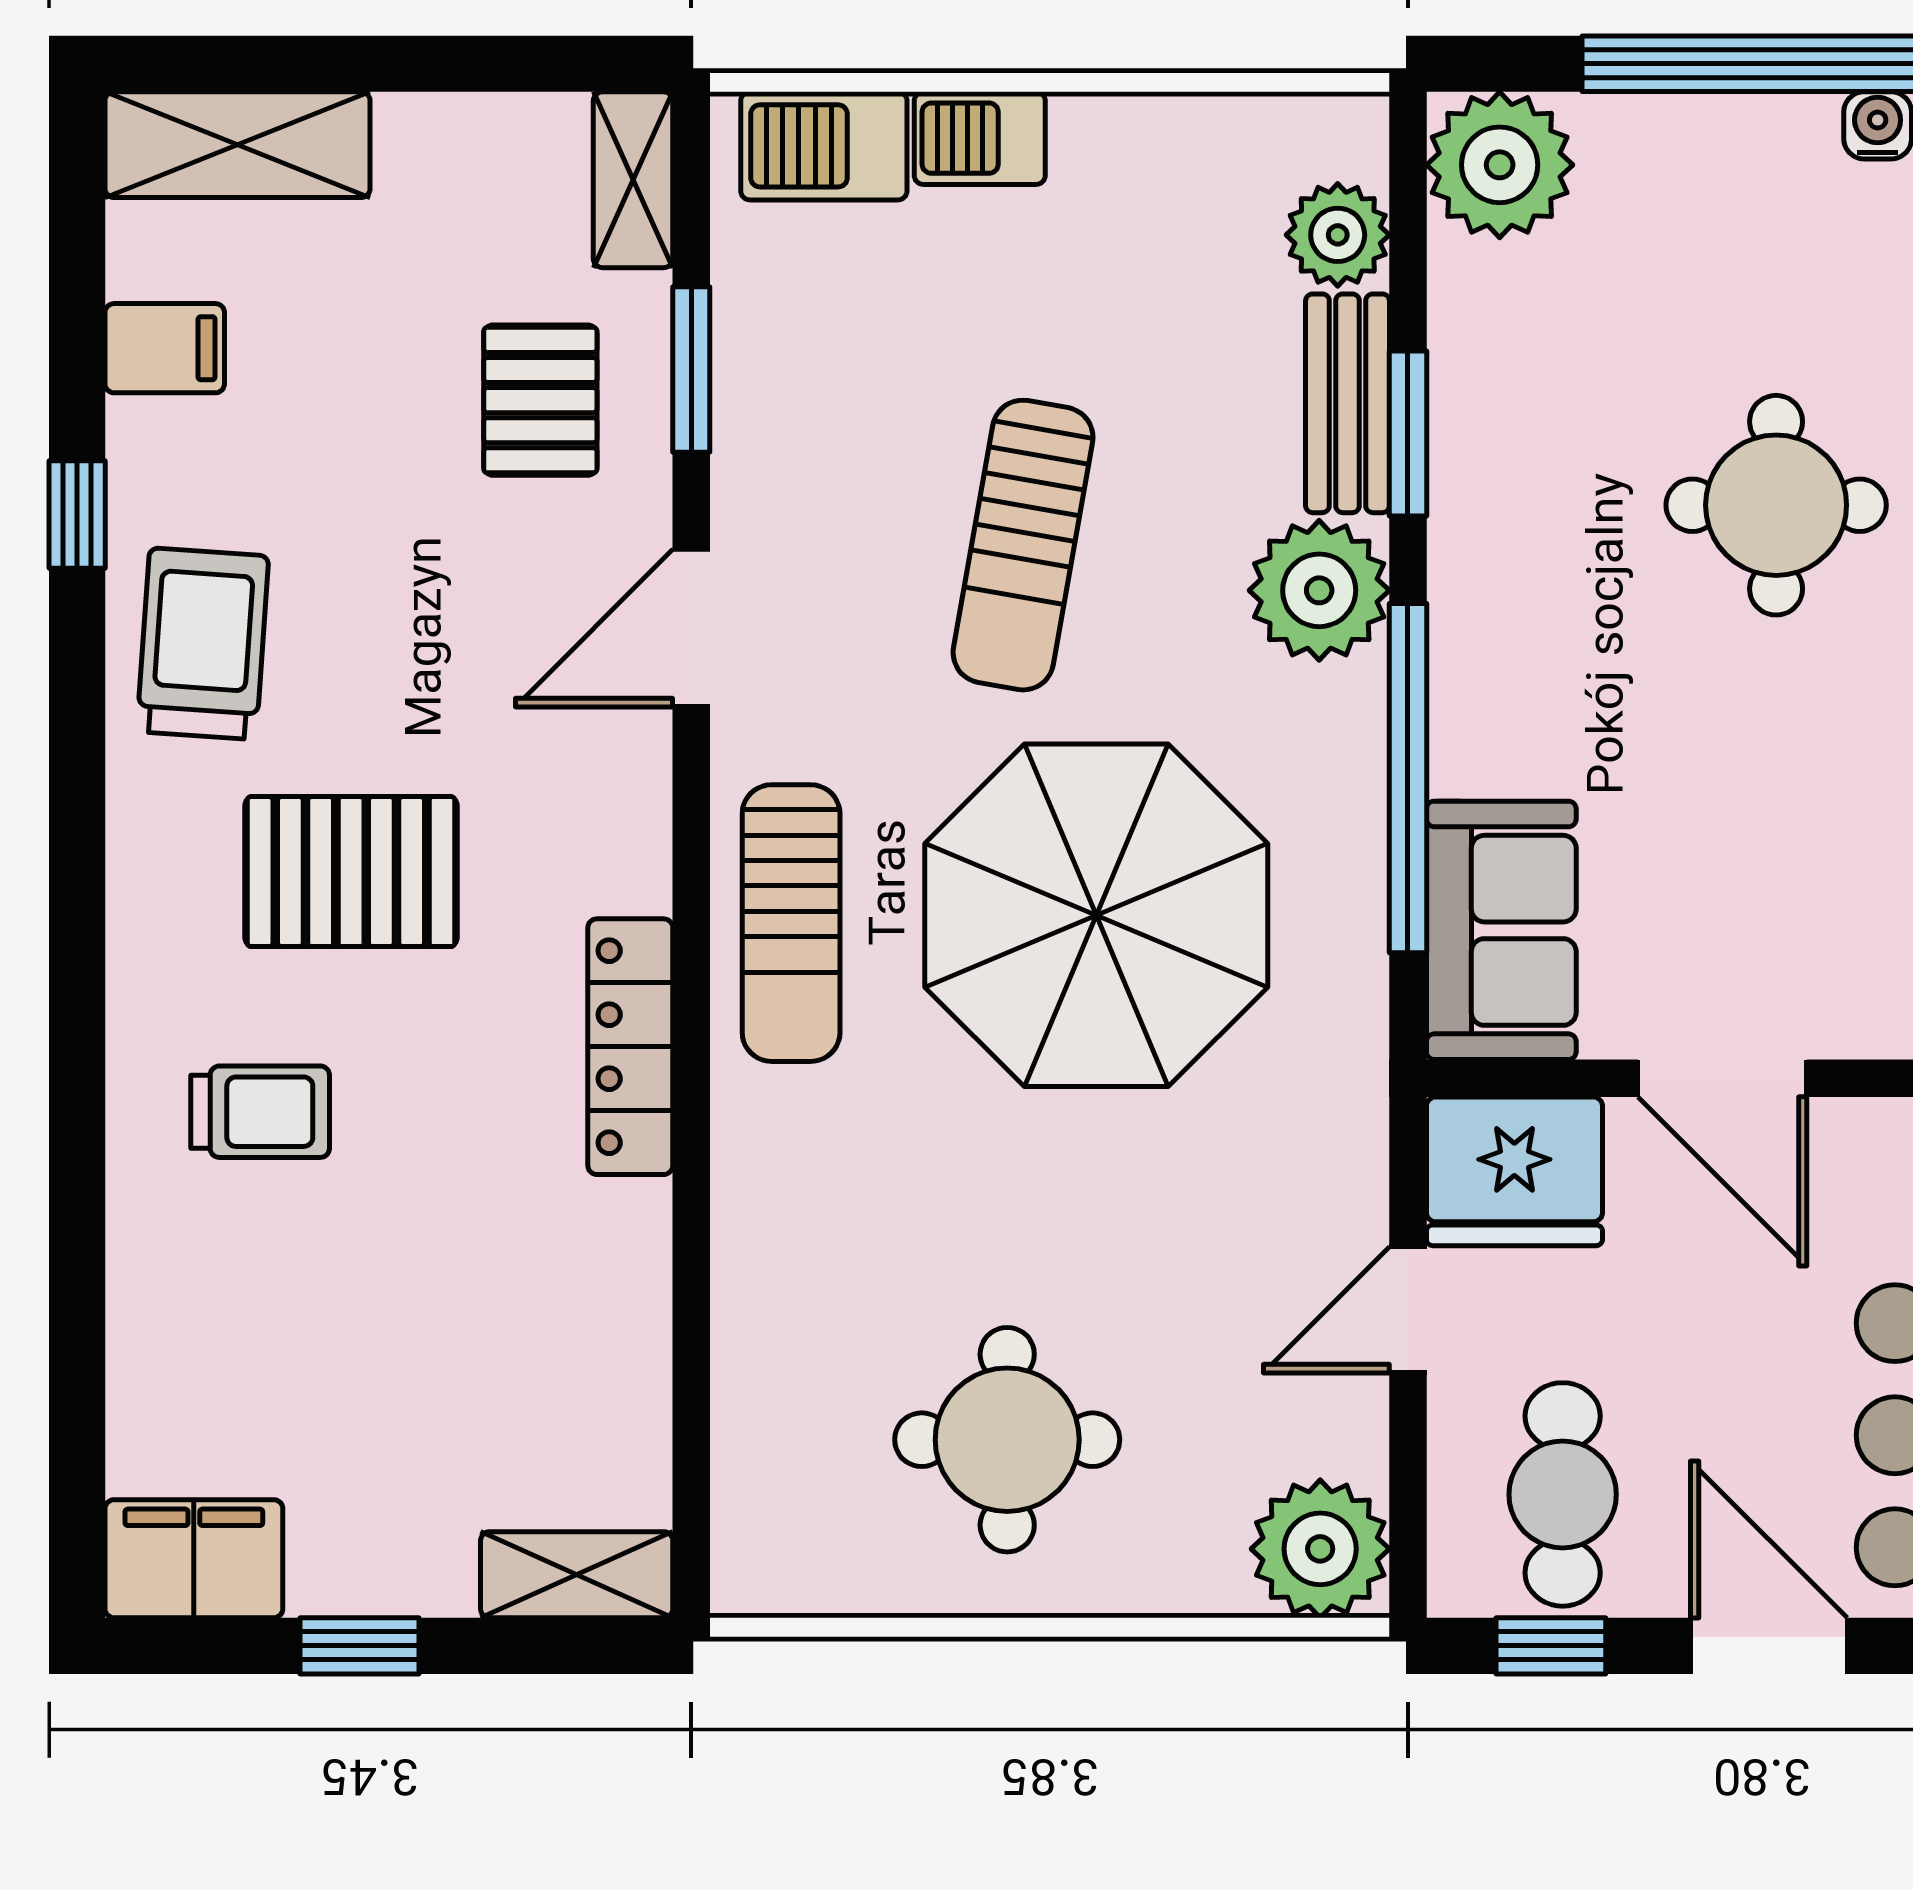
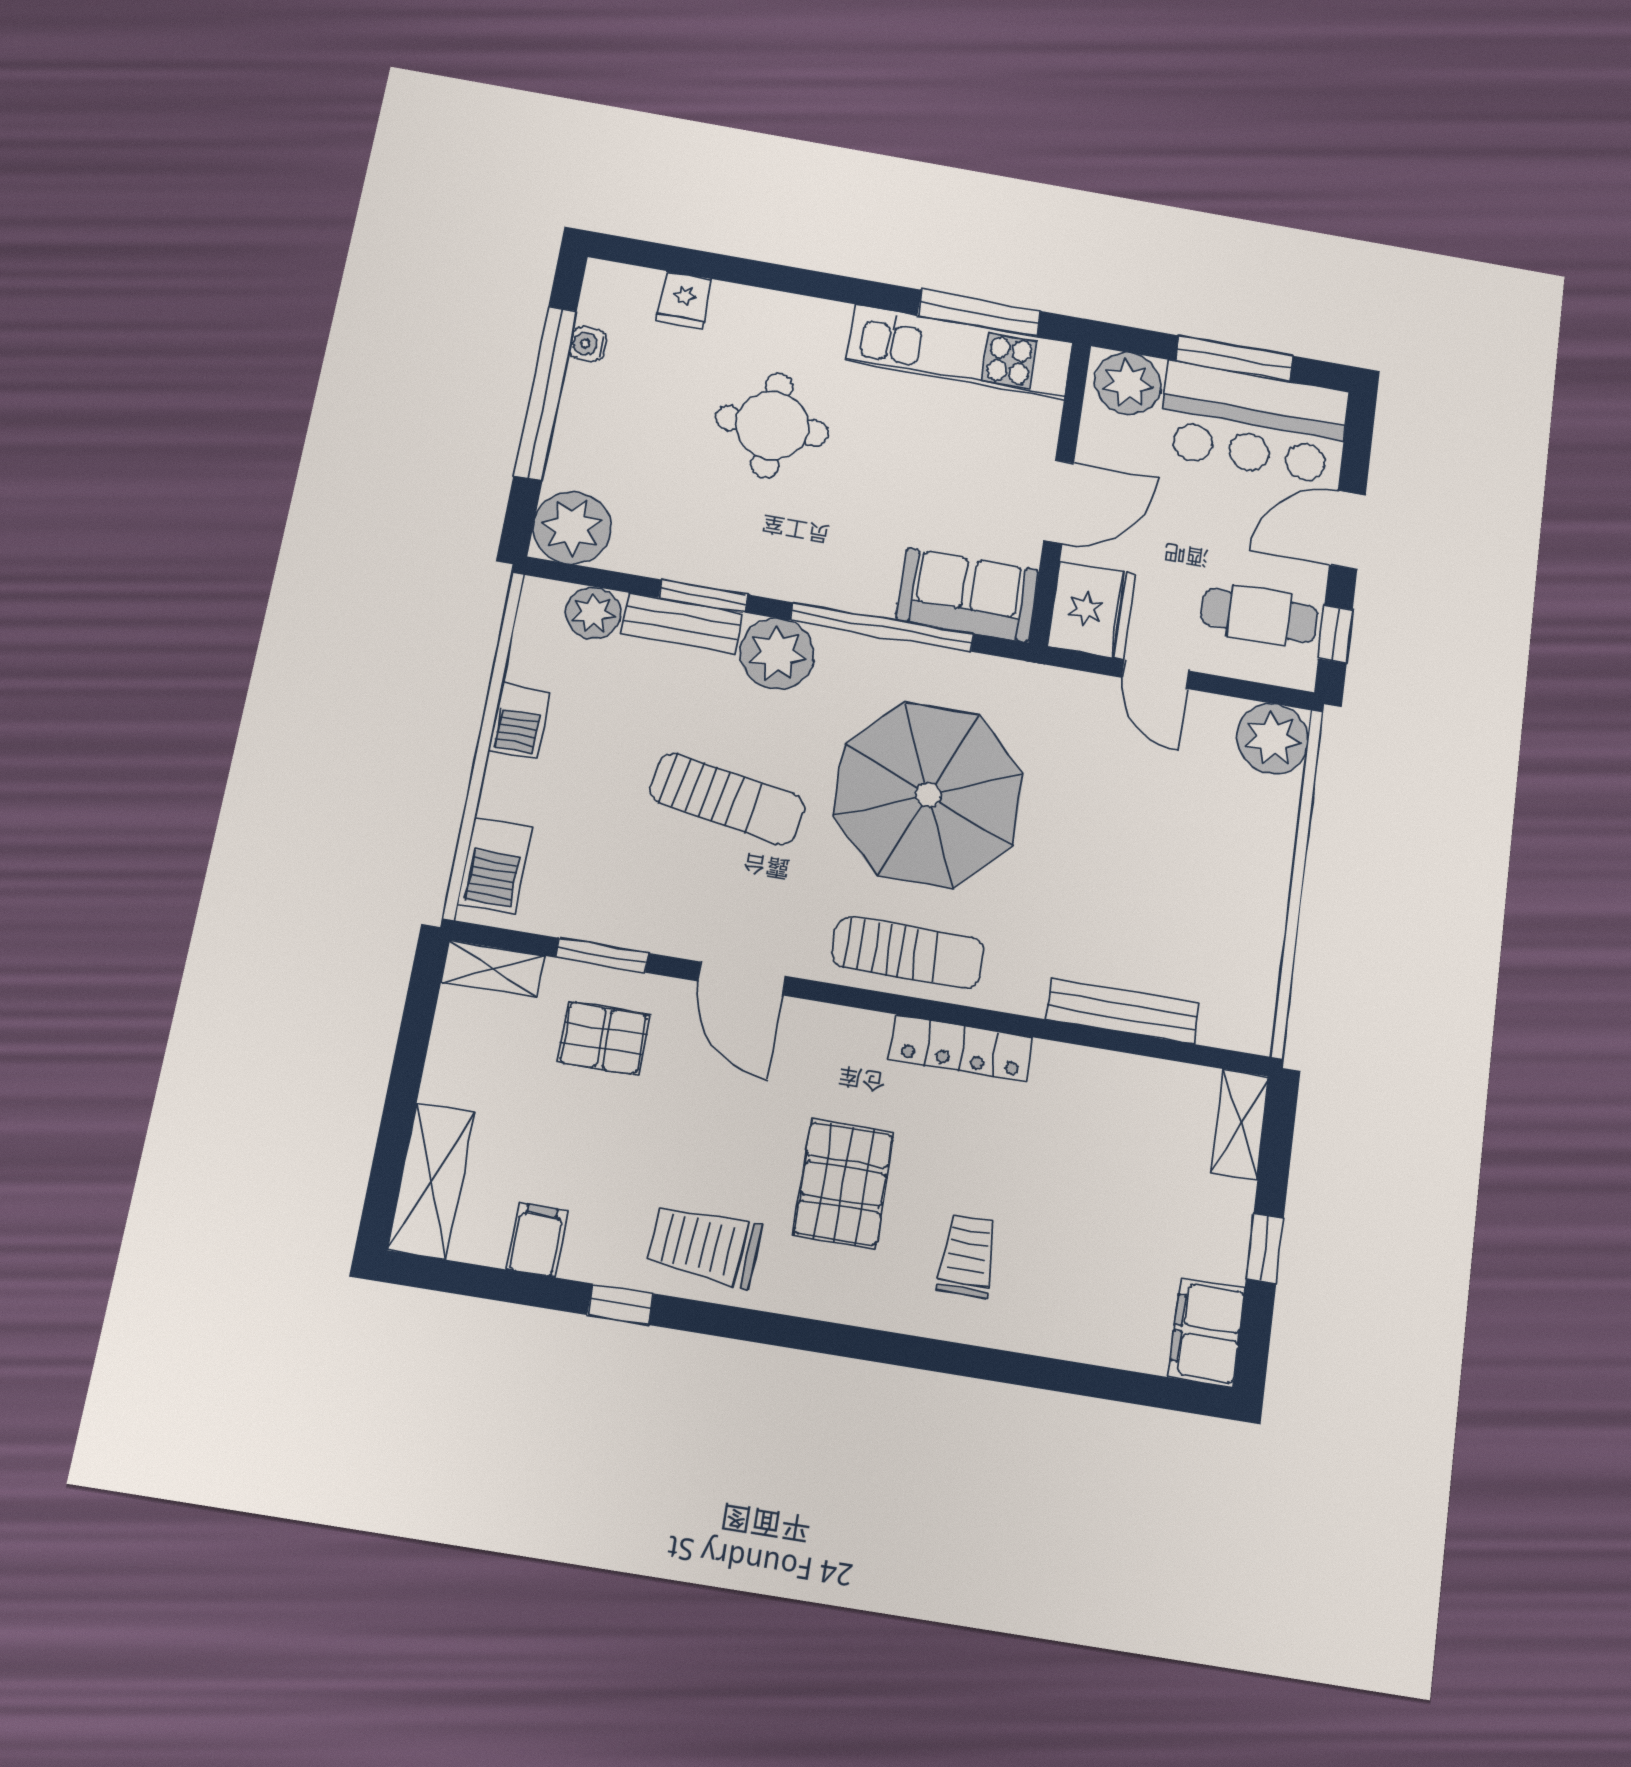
barbecue: (980, 138) -> (519, 721), moved
bench: (749, 1332) -> (1123, 1011), added
round table: (1007, 1440) -> (1197, 887), removed

